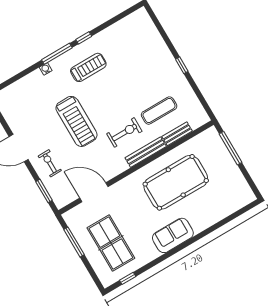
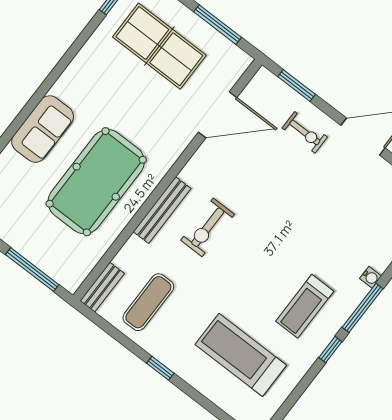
exercise mat: (159, 111) -> (148, 302), moved
treadmill: (76, 121) -> (241, 355), moved
bench: (177, 134) -> (102, 287), moved
sofa: (173, 235) -> (43, 129), moved

